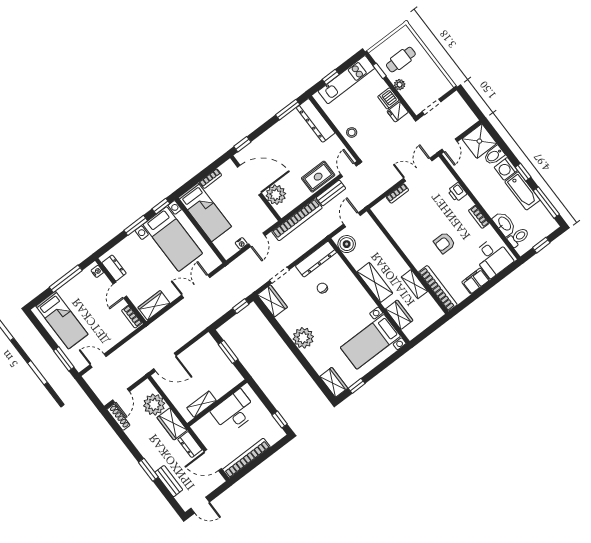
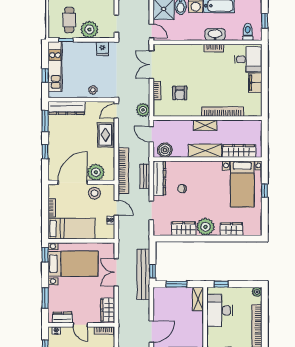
plant: (400, 85) -> (89, 30), width x1.88, depth x1.88
dishwasher: (388, 98) -> (89, 48), removed
window: (242, 144) -> (45, 152), moved
door: (349, 170) -> (116, 111), hinge flipped
printer: (457, 192) -> (187, 50), removed
bench: (331, 193) -> (145, 176), moved
plant: (369, 194) -> (143, 110), added
stool: (255, 209) -> (95, 193), added
washbasin: (504, 224) -> (215, 34), moved
window: (136, 225) -> (45, 298), moved
armchair: (444, 243) -> (180, 93), moved
shelving: (414, 284) -> (205, 125), moved
bookcase: (438, 288) -> (223, 112), moved
wardrobe: (272, 301) -> (184, 229), moved
window: (241, 306) -> (153, 271), moved
bench: (213, 313) -> (143, 274), added
wardrobe: (399, 315) -> (239, 151), width x1.50
wardrobe: (334, 382) -> (231, 229), moved
window: (357, 386) -> (265, 191), moved
shelving: (202, 404) -> (198, 299), moved
window: (280, 420) -> (221, 284), moved
plant: (279, 434) -> (257, 292), added

